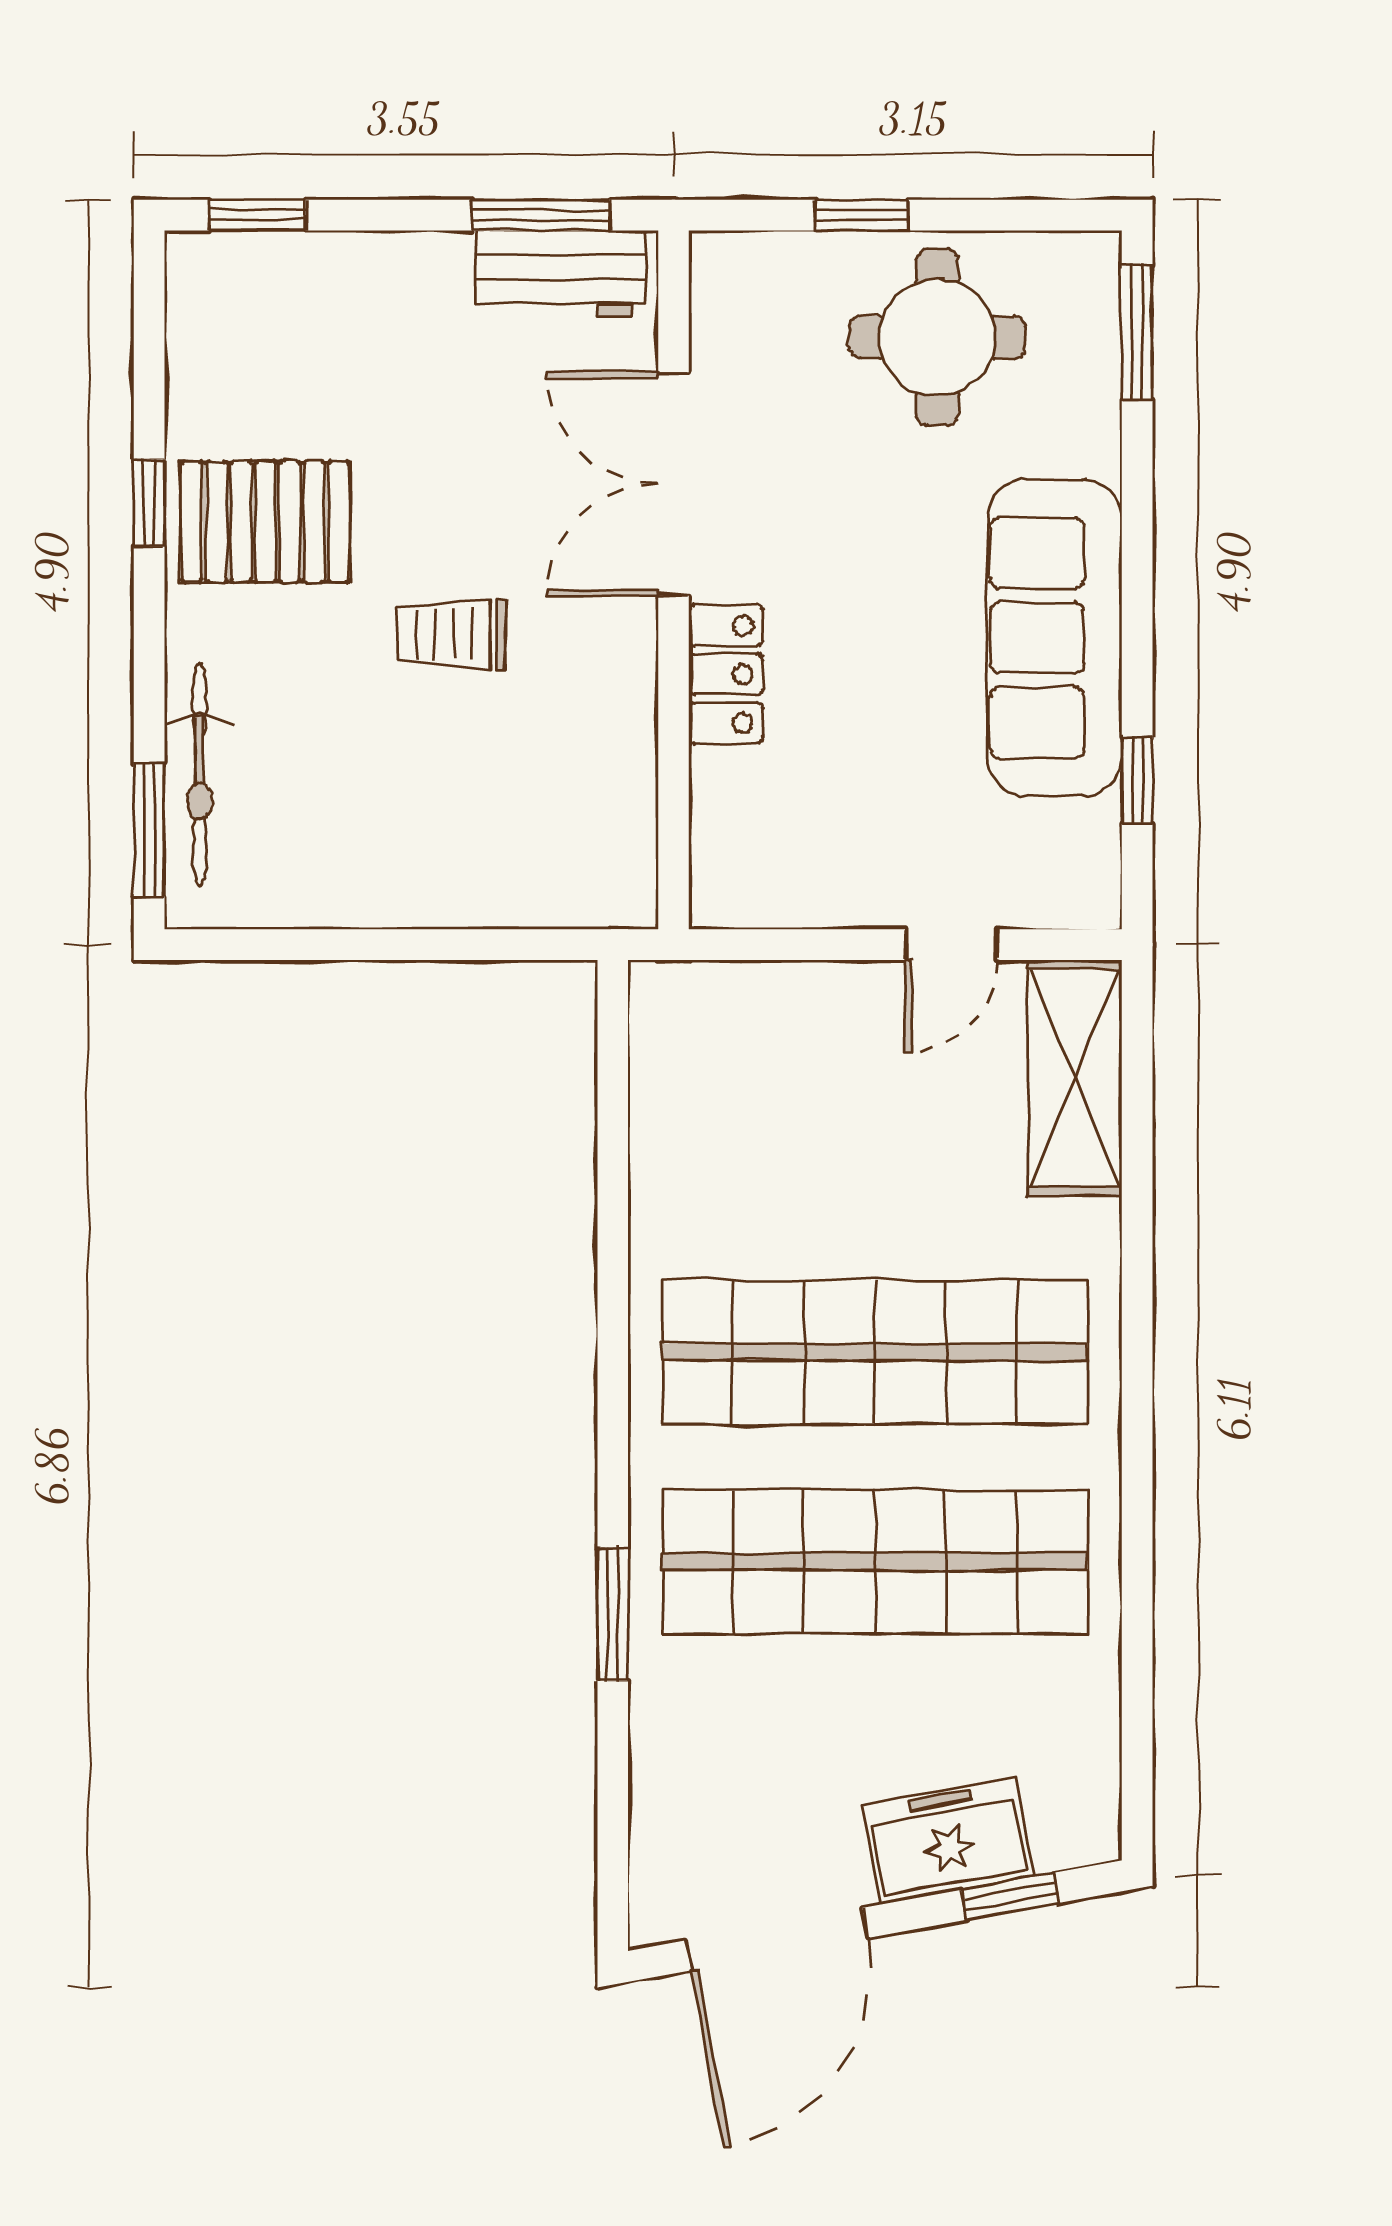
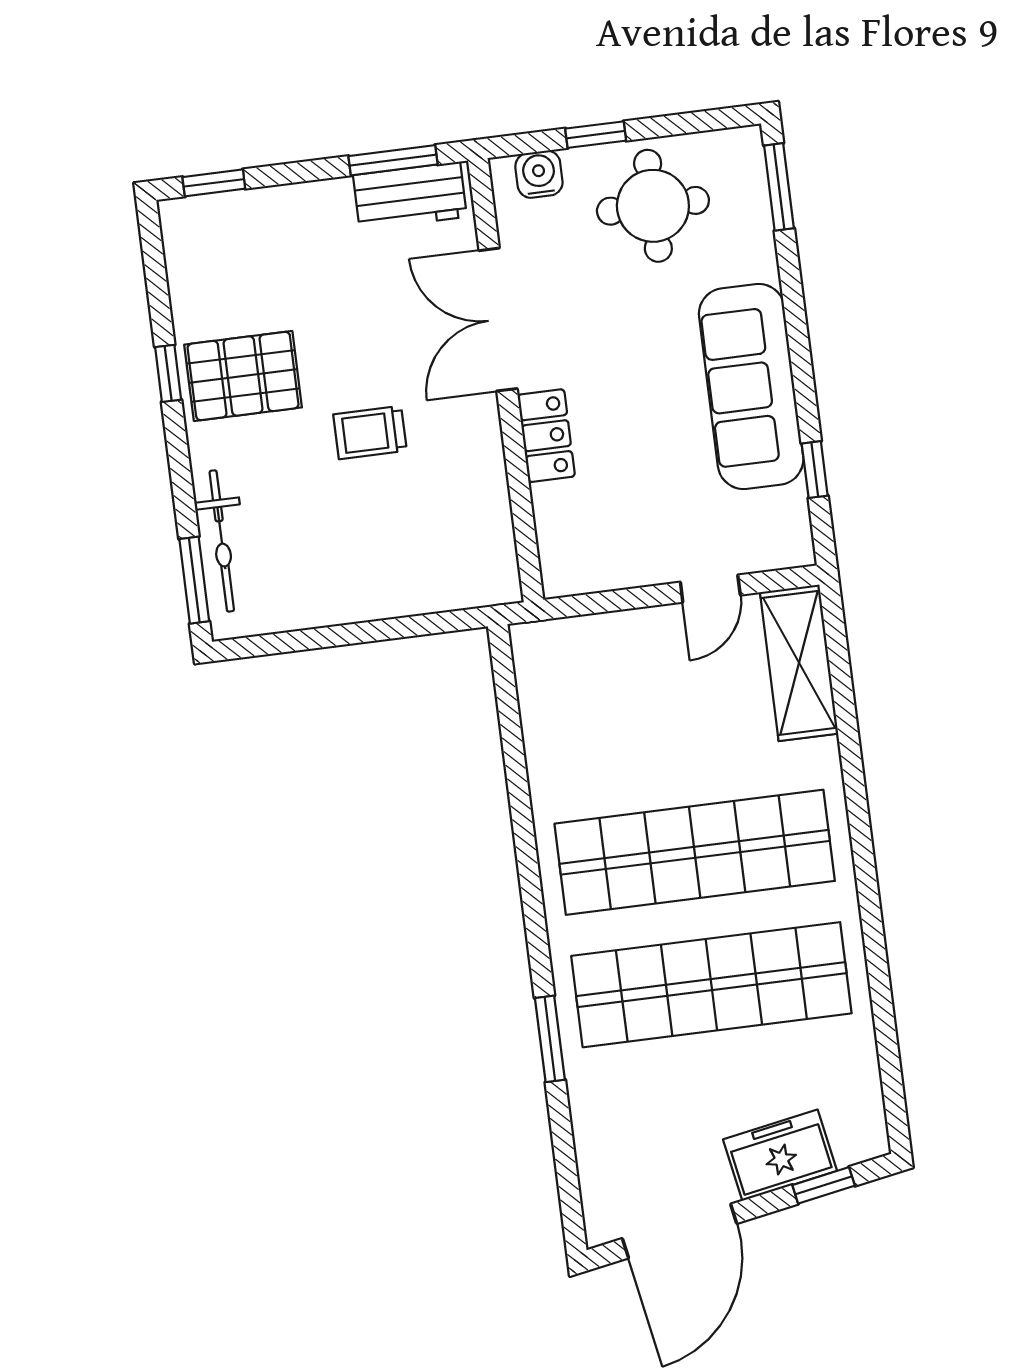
water cooler: (766, 266) -> (539, 174), added

